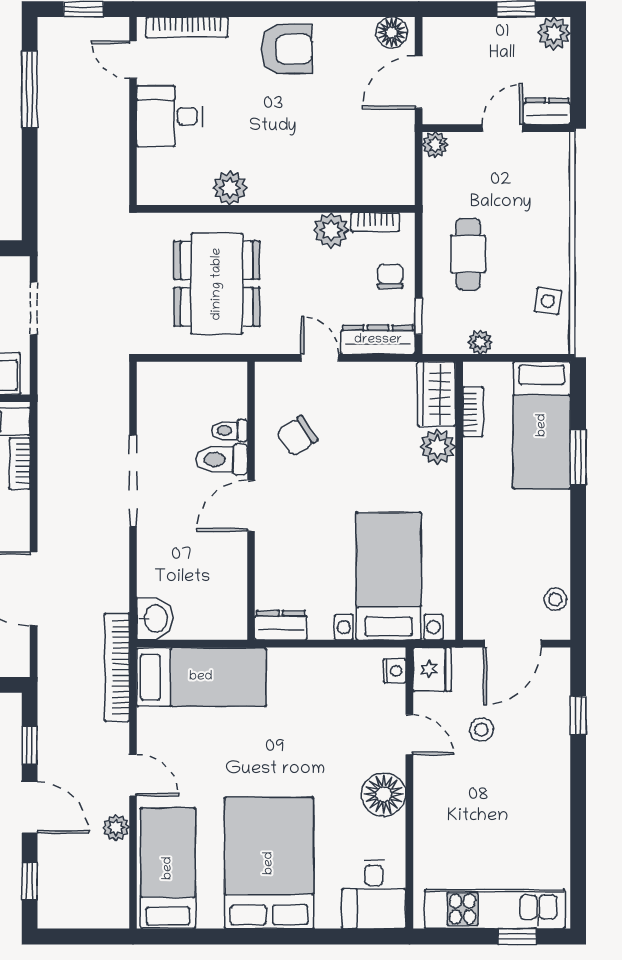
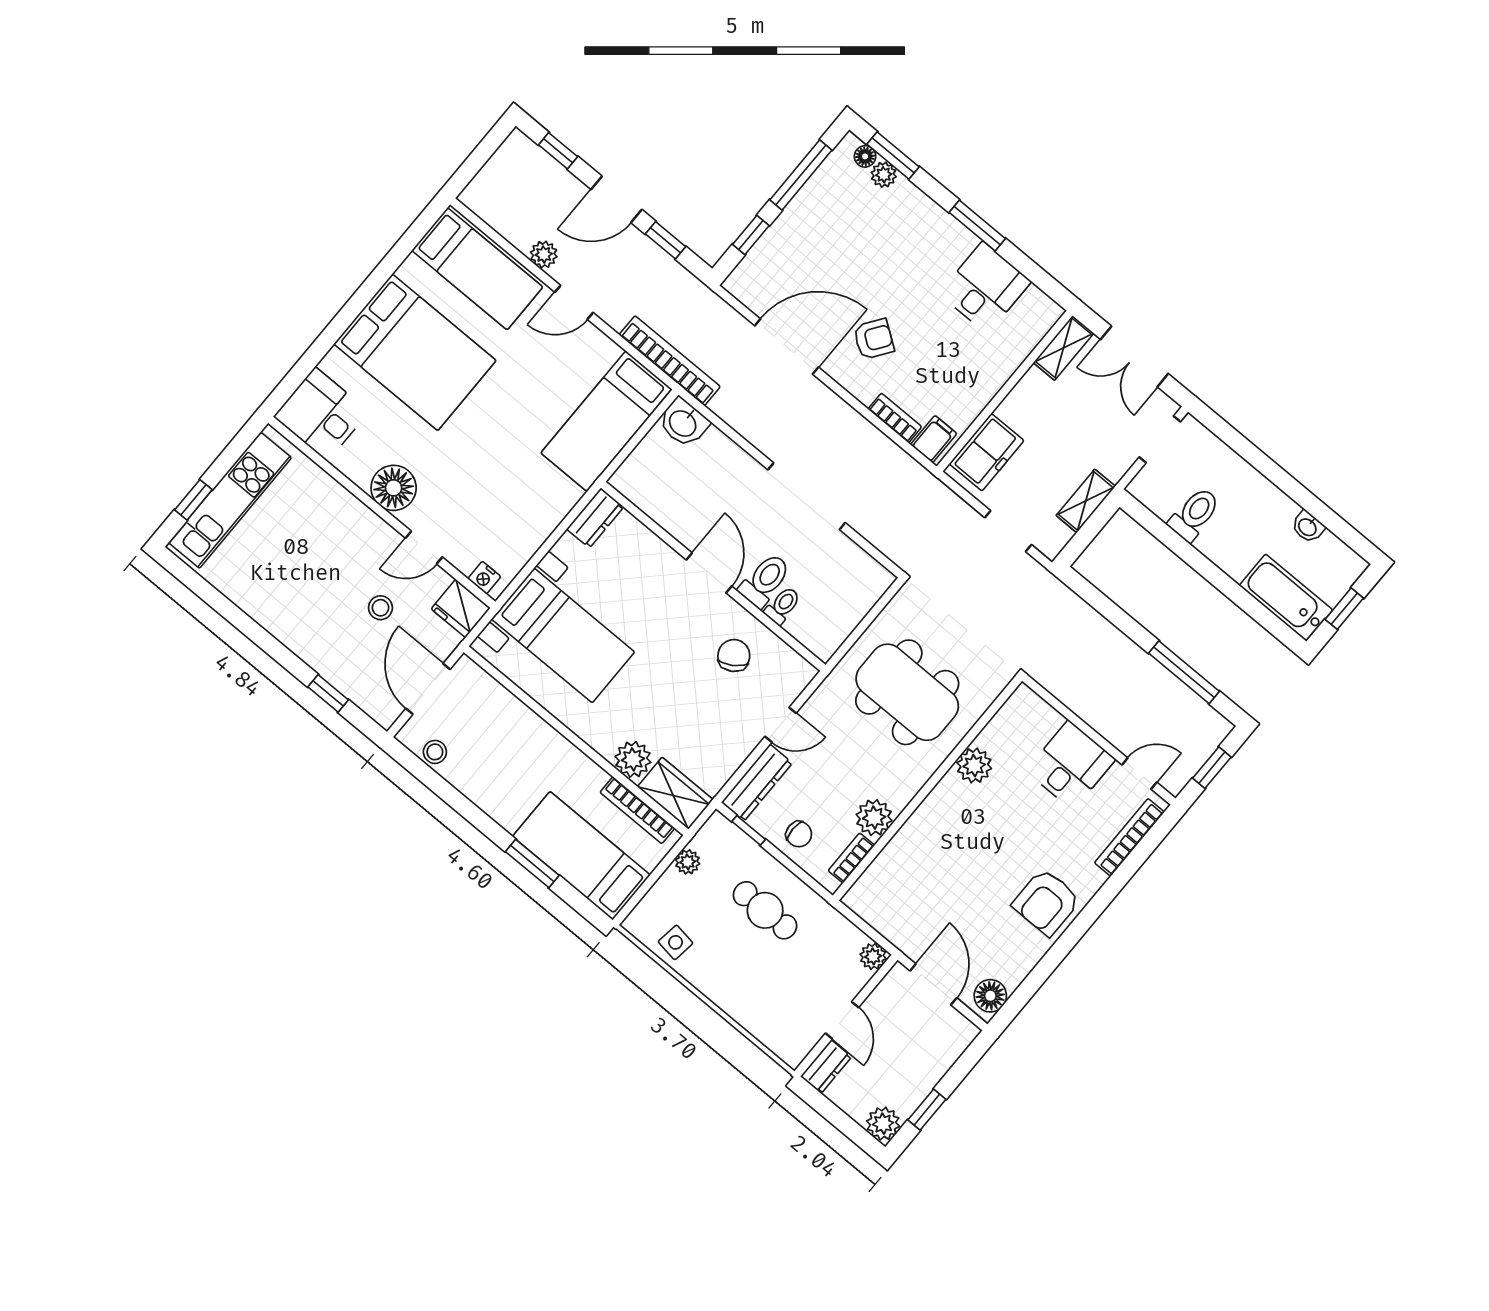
bookcase: (473, 412) -> (637, 810), width x1.56

